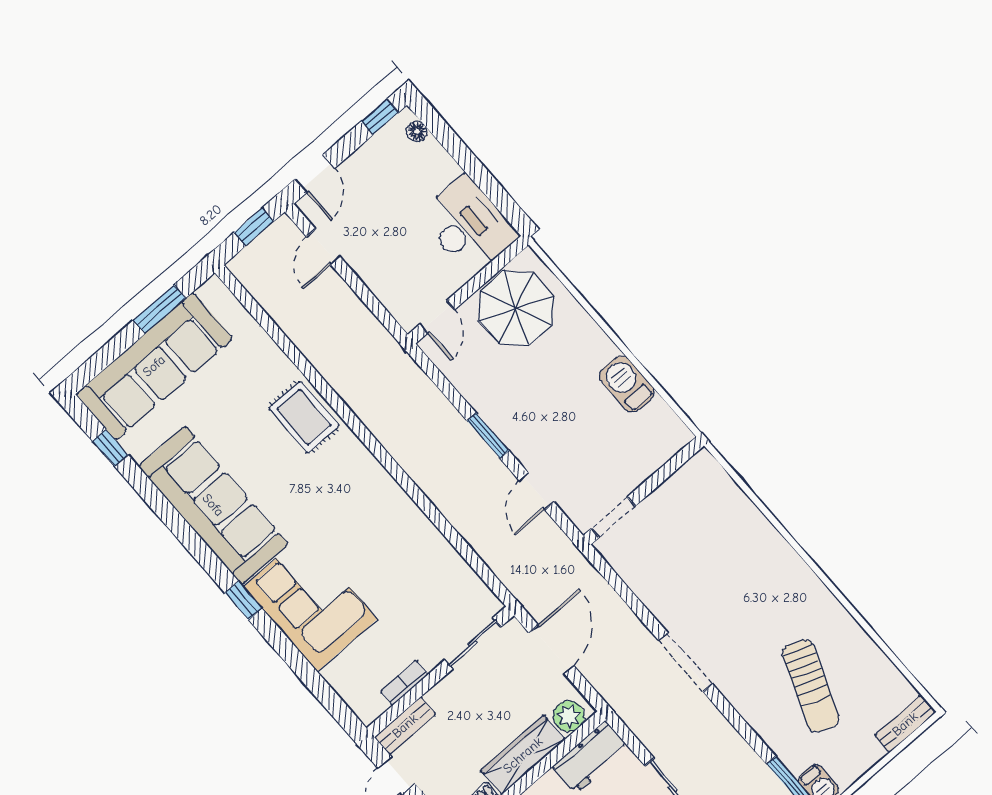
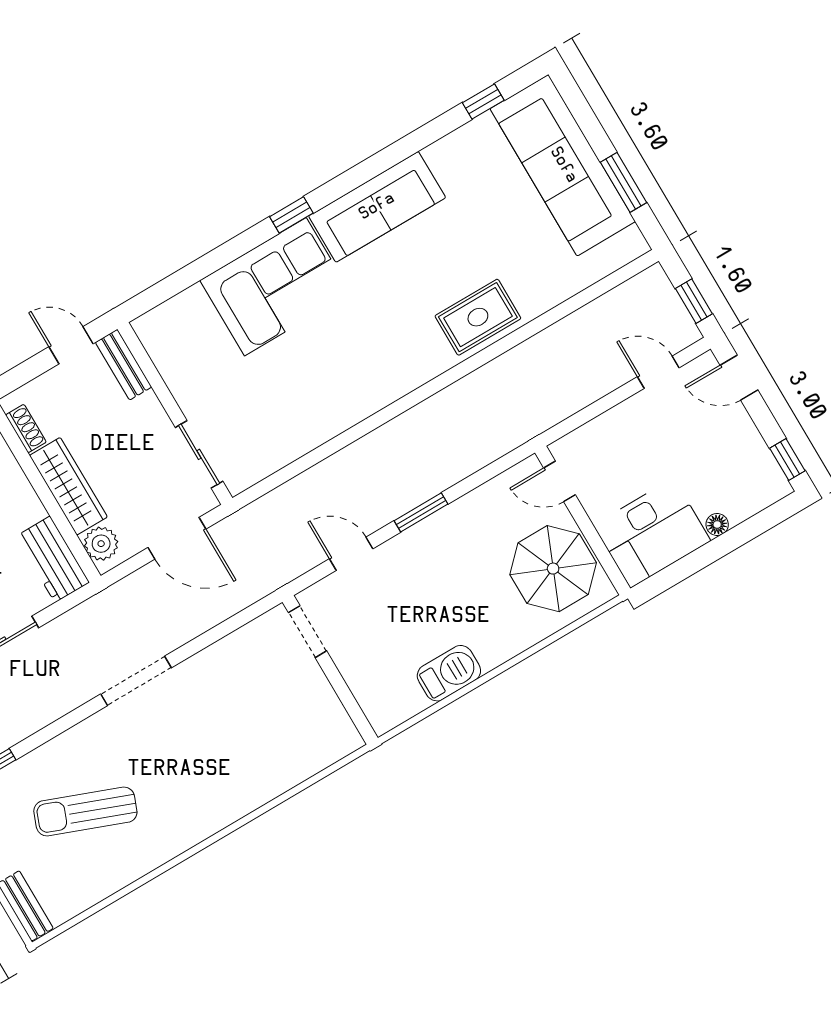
floor lamp: (417, 131) -> (717, 525), moved
sofa: (213, 505) -> (377, 207), width x0.74, depth x0.79
bookcase: (404, 683) -> (170, 373), removed

